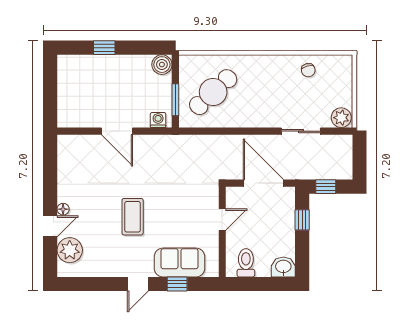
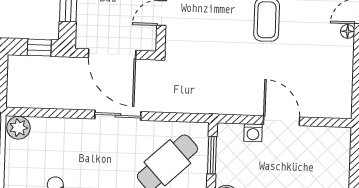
washing machine: (158, 120) -> (253, 133), moved
sliding door: (301, 131) -> (118, 115), moved

